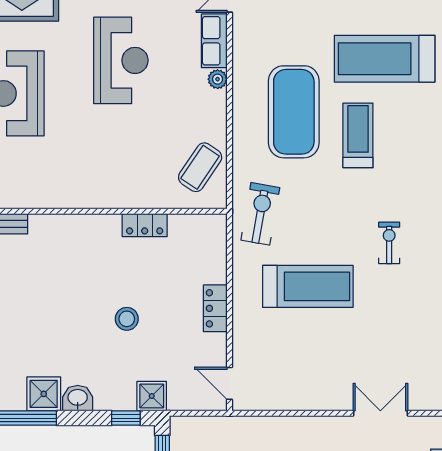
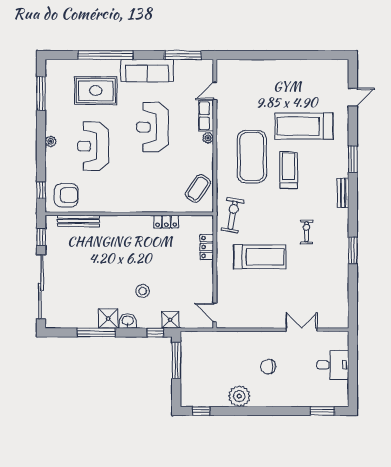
reception desk: (121, 60) -> (152, 127), turned 180
locker: (215, 308) -> (207, 247), moved
stool: (127, 319) -> (143, 291), moved

